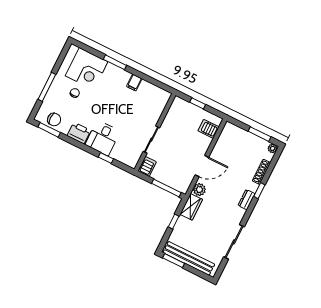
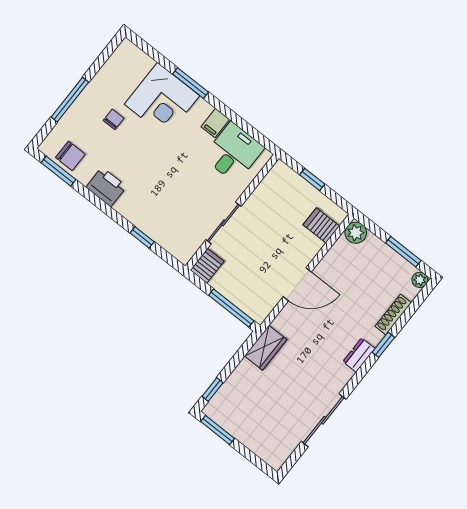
corner desk: (87, 69) -> (162, 100), moved
desk: (103, 138) -> (233, 153), moved, turned 180
plant: (199, 190) -> (356, 233), moved
window: (174, 222) -> (213, 389), moved
bench: (189, 258) -> (243, 432), removed

